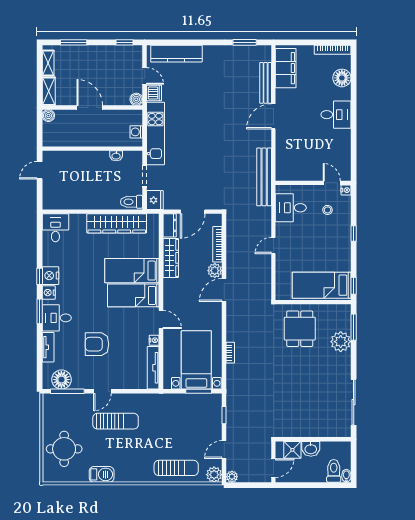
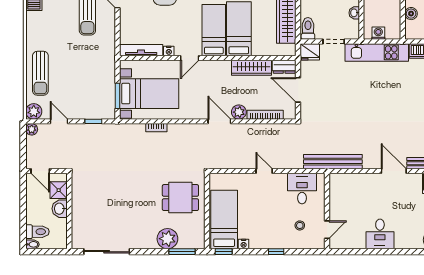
boiler: (136, 99) -> (411, 14), moved
desk: (336, 115) -> (380, 234), moved
nightstand: (346, 190) -> (244, 244), moved

